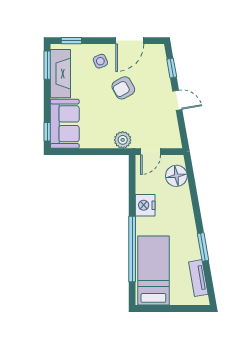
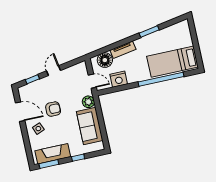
window: (71, 41) -> (29, 151), removed
armchair: (123, 88) -> (53, 109), turned -61
sofa: (65, 124) -> (90, 126), moved, turned -90
window: (47, 132) -> (78, 158), moved
nightstand: (145, 205) -> (119, 79), moved
tv unit: (198, 278) -> (123, 50), moved

